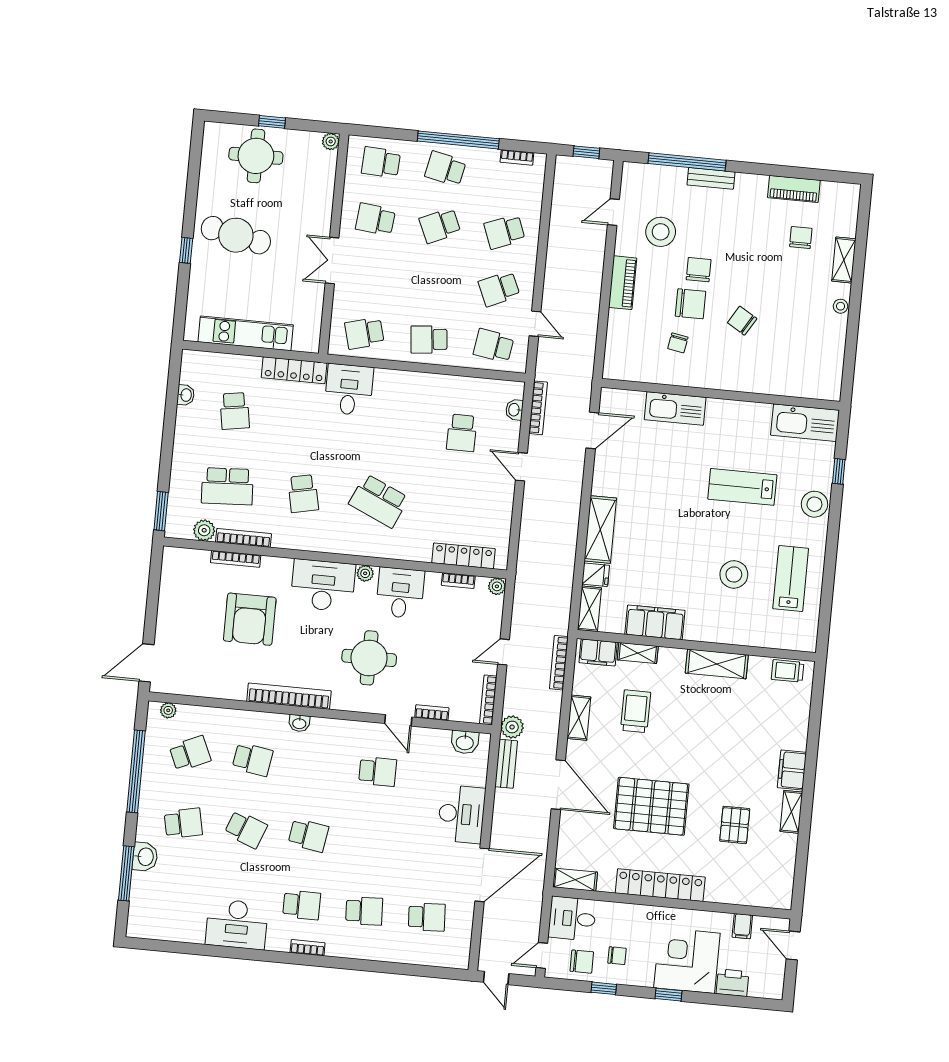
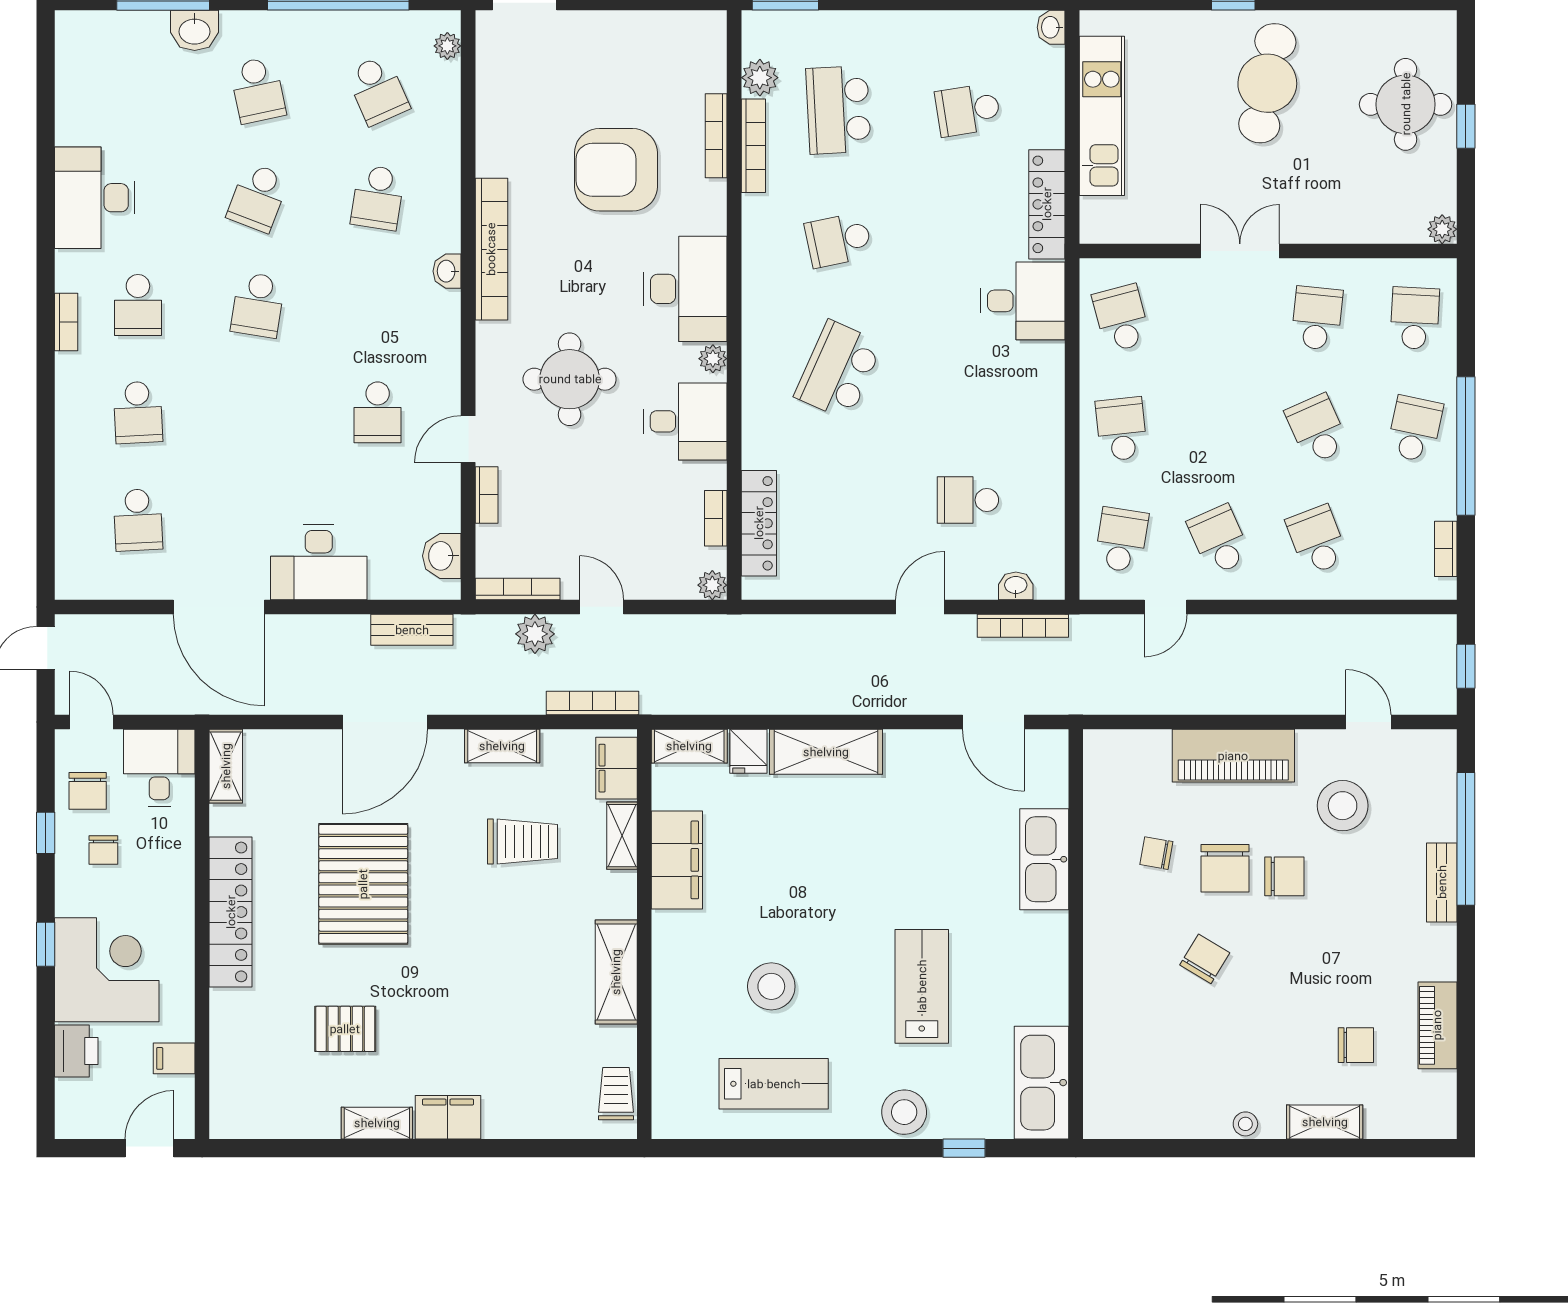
piano: (623, 283) -> (1233, 756), width x1.37, depth x1.33
washbasin: (186, 395) -> (1051, 27), moved, turned 90
plant: (512, 727) -> (535, 634), moved

